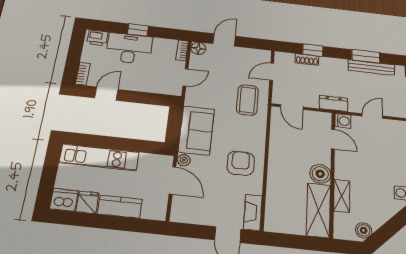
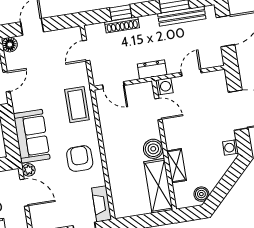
shoe rack: (307, 59) -> (122, 25), width x1.43
coffee table: (247, 100) -> (77, 105), moved

